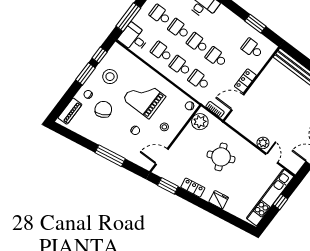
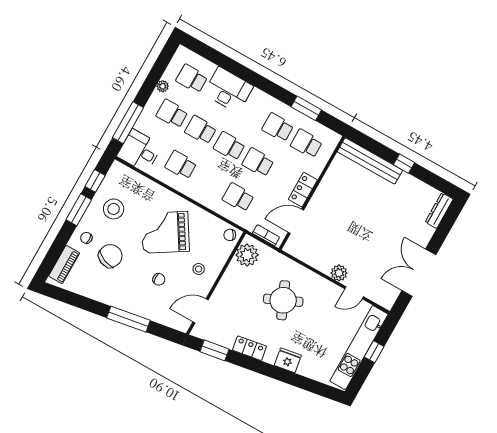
school desk: (180, 66) -> (278, 127), moved
grand piano: (144, 98) -> (165, 232), turned -32
chair: (103, 109) -> (110, 256), turned 50
door: (272, 158) -> (354, 293), swing flipped

